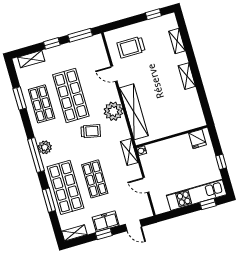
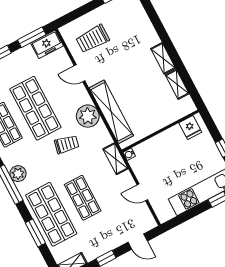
shelving: (177, 41) -> (177, 84), moved
freezer: (106, 221) -> (47, 44), moved, turned 180

